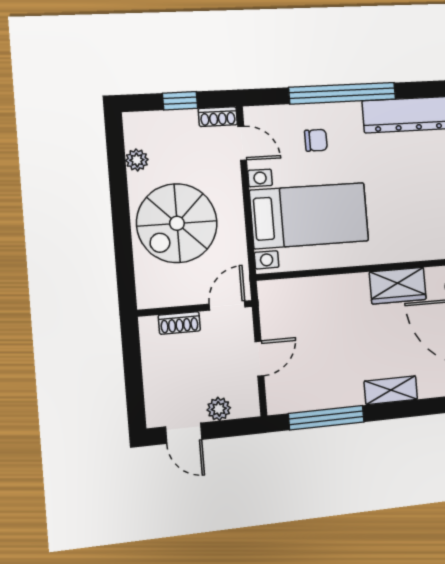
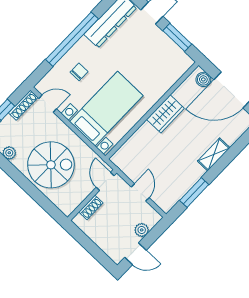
shoe rack: (218, 117) -> (23, 105), width x1.43
spiral stairs: (177, 223) -> (51, 165), turned -90
wardrobe: (398, 286) -> (165, 114), moved
window: (326, 418) -> (194, 192), width x0.69

